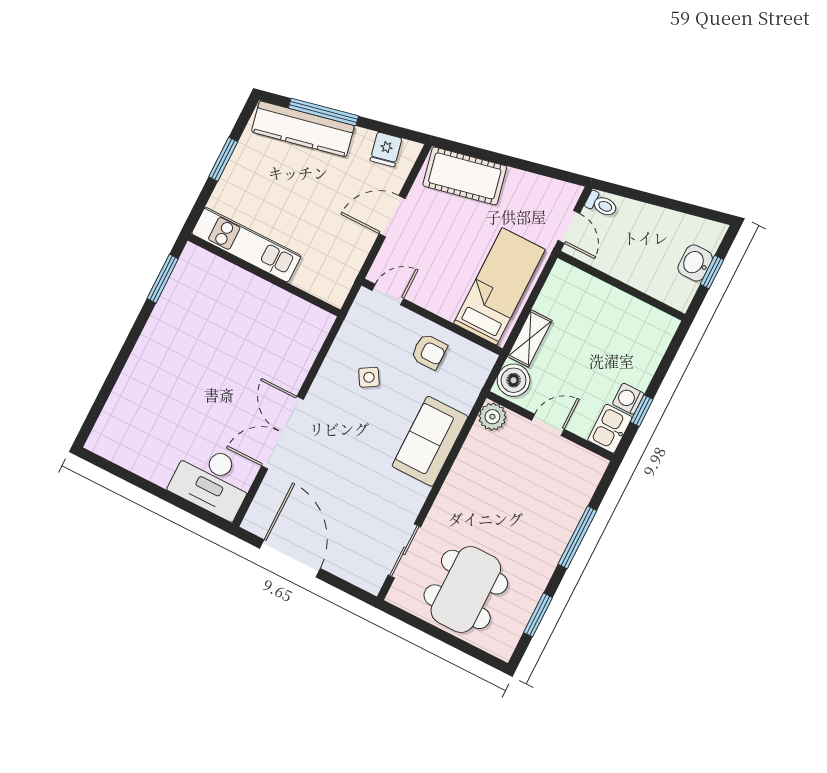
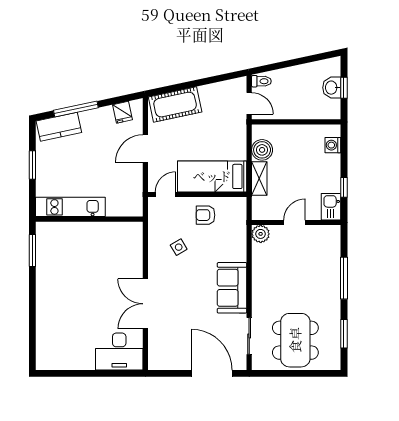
kitchen counter: (303, 129) -> (59, 127), width x0.67
bed: (499, 286) -> (212, 176), moved, turned -90
armchair: (429, 352) -> (206, 215), turned 180
boiler: (514, 380) -> (262, 150), moved
washing machine: (628, 399) -> (333, 145), moved
sofa: (430, 441) -> (232, 288), moved
door: (290, 558) -> (212, 373), moved

